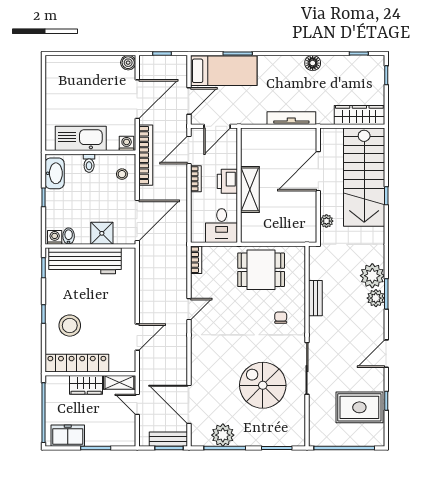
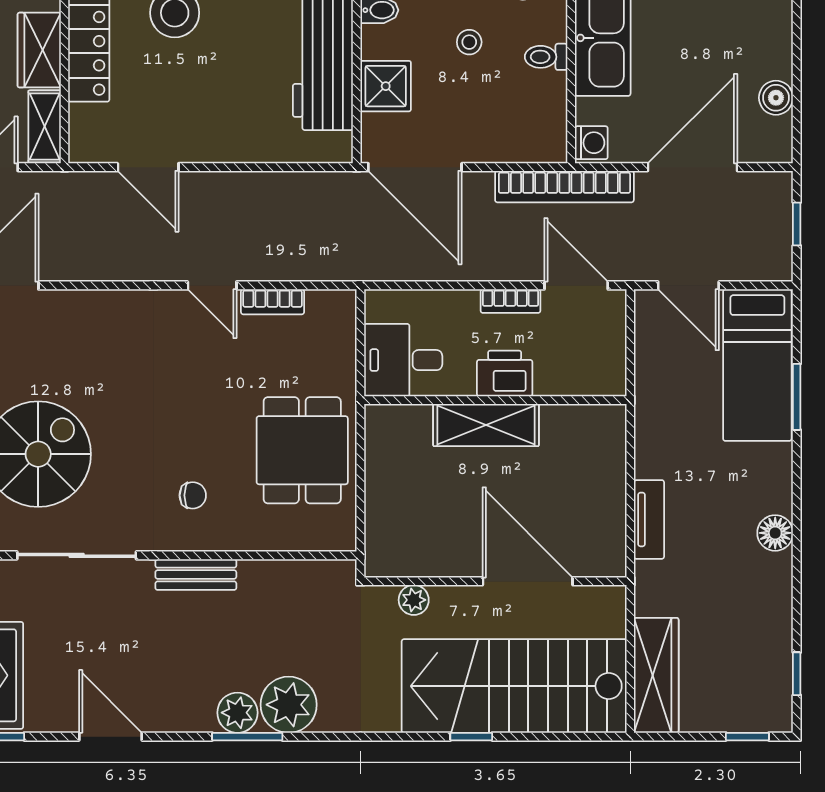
boiler: (128, 63) -> (776, 98), moved
floor lamp: (313, 63) -> (775, 533), moved
door: (137, 99) -> (692, 167), swing flipped
tv unit: (291, 118) -> (649, 519), width x0.71
door: (217, 126) -> (630, 350), removed
stool: (122, 174) -> (469, 42), moved
bookcase: (196, 260) -> (273, 302), moved
bench: (315, 298) -> (196, 575), moved

